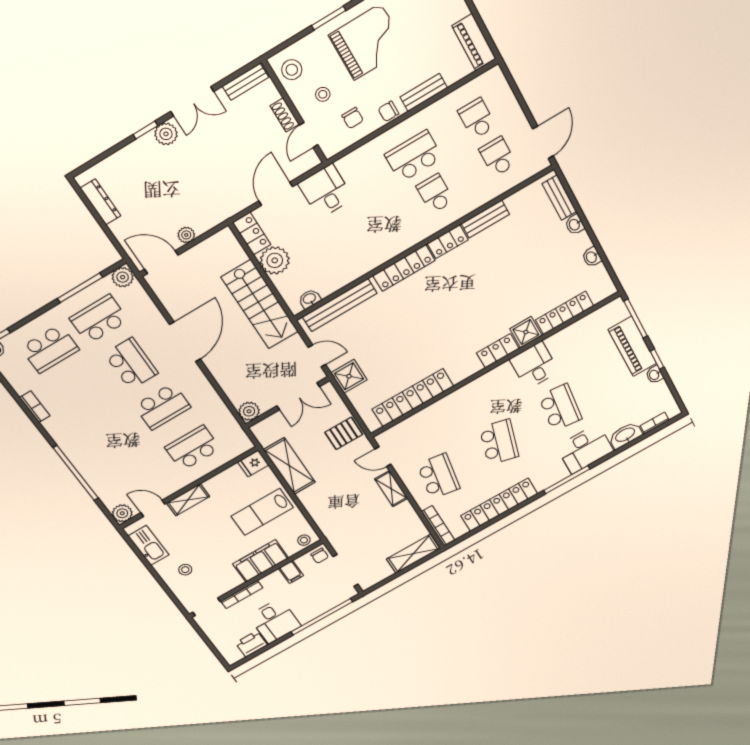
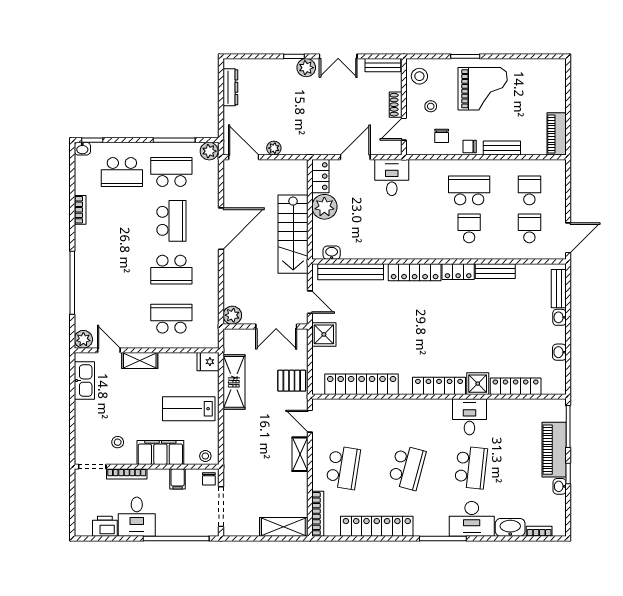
locker: (498, 351) -> (439, 386), width x1.53
stool: (185, 570) -> (118, 442), moved

